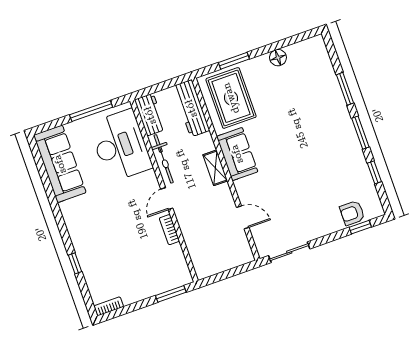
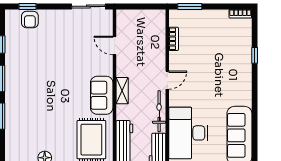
armchair: (352, 213) -> (30, 20), turned 90
bookcase: (169, 230) -> (174, 39), moved

